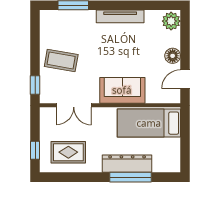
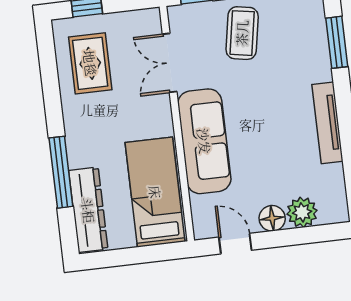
plant: (171, 21) -> (302, 212), moved
sofa: (122, 90) -> (204, 141), width x1.36
dresser: (127, 164) -> (88, 210), moved

